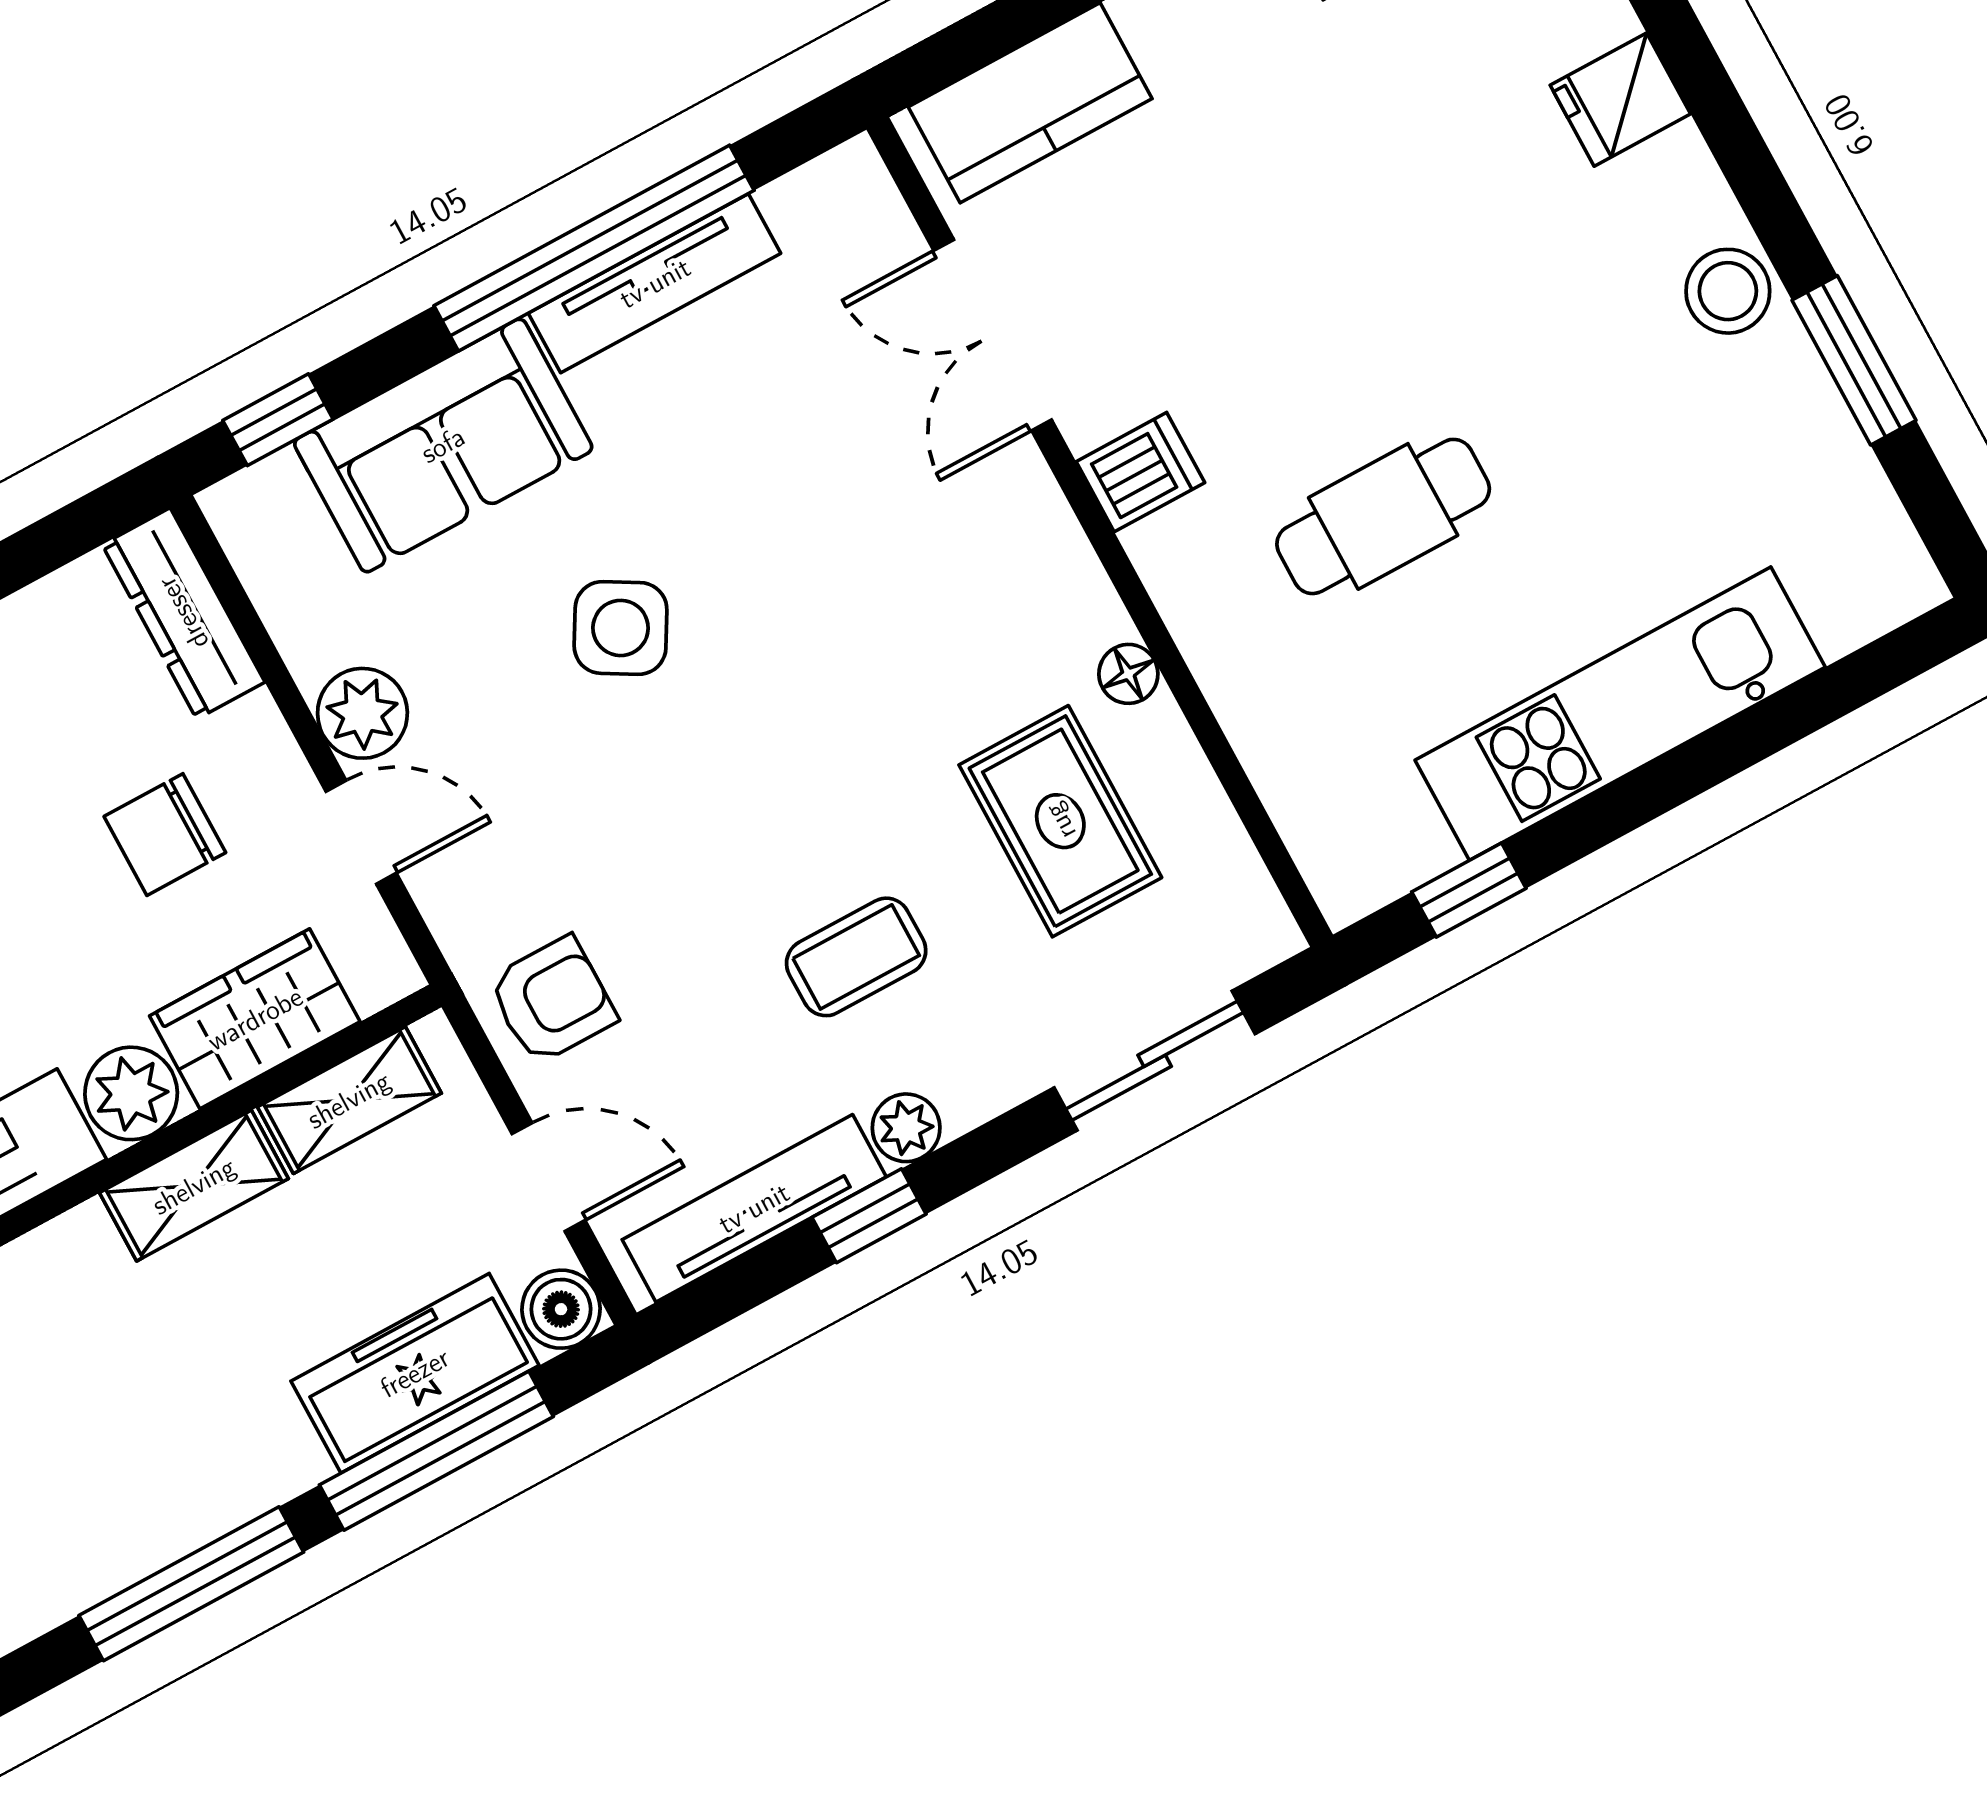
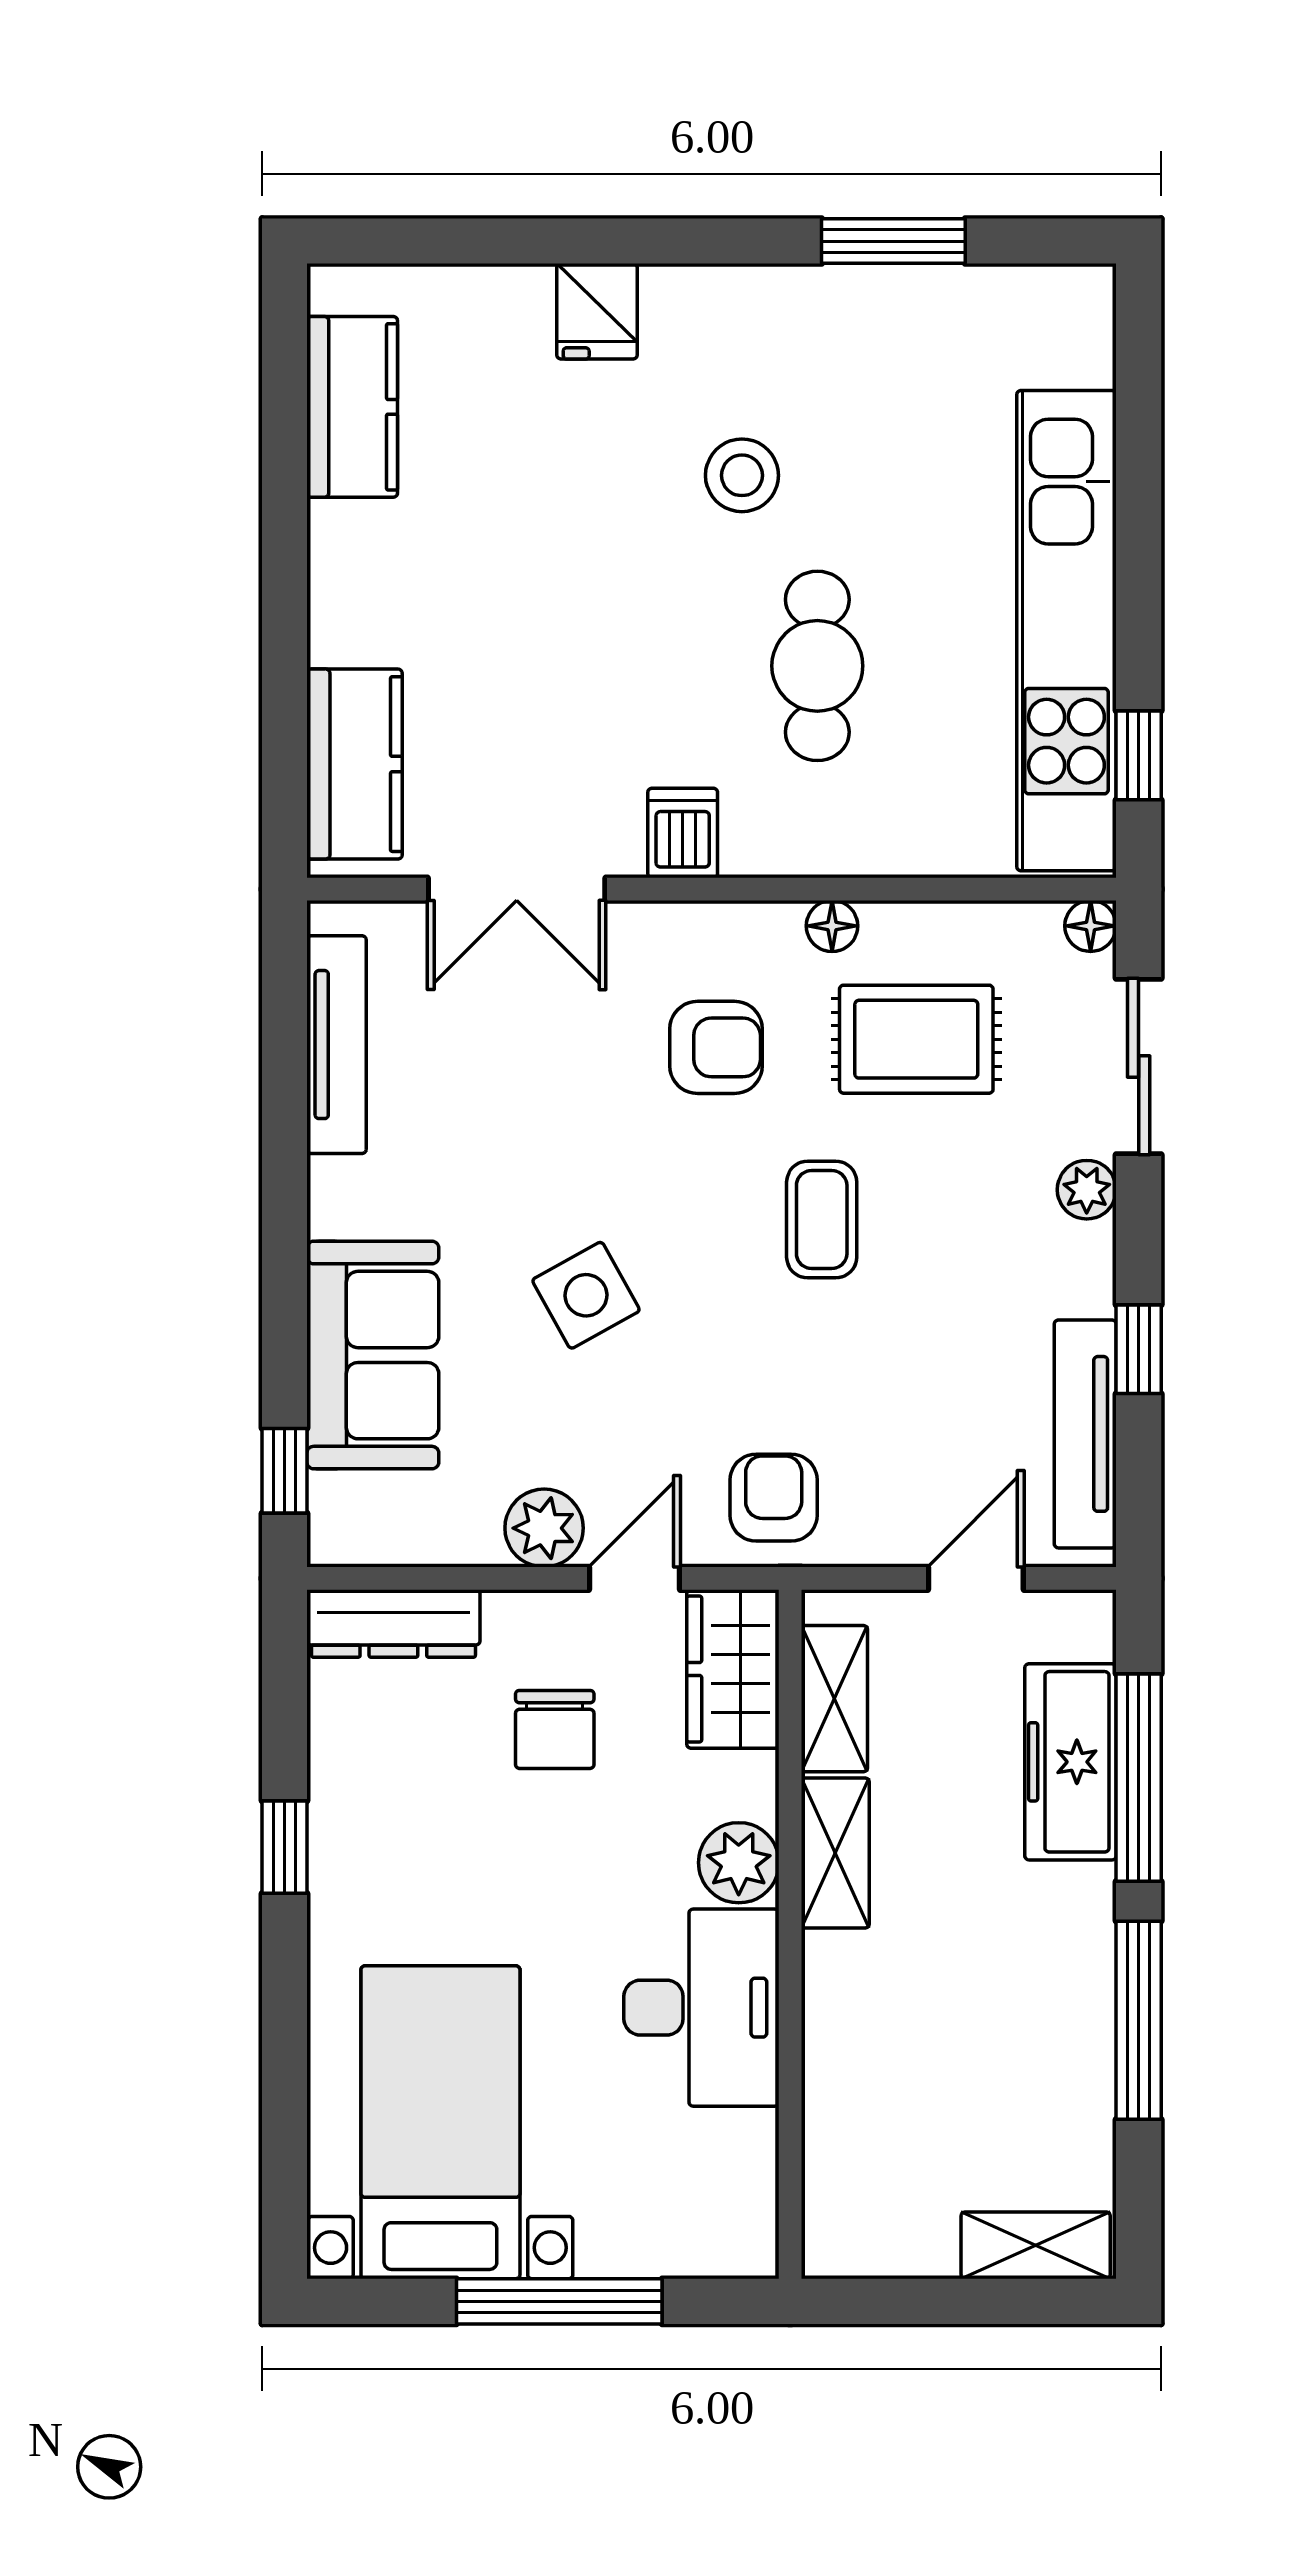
window: (594, 248) -> (284, 1158), removed
tv unit: (655, 283) -> (337, 1045), moved
stool: (1728, 291) -> (742, 475), moved
armchair: (942, 623) -> (716, 1047), added
side table: (621, 628) -> (586, 1295), turned 31
kitchen unit: (1620, 714) -> (1066, 631), width x1.36
floor lamp: (1270, 935) -> (1091, 926), added
coffee table: (856, 957) -> (822, 1220), moved
armchair: (552, 1000) -> (774, 1498), moved
wardrobe: (255, 1019) -> (733, 1669), moved
plant: (906, 1128) -> (1087, 1190), moved
boiler: (561, 1309) -> (1082, 1624), removed

